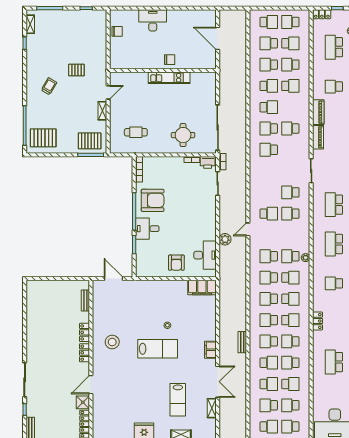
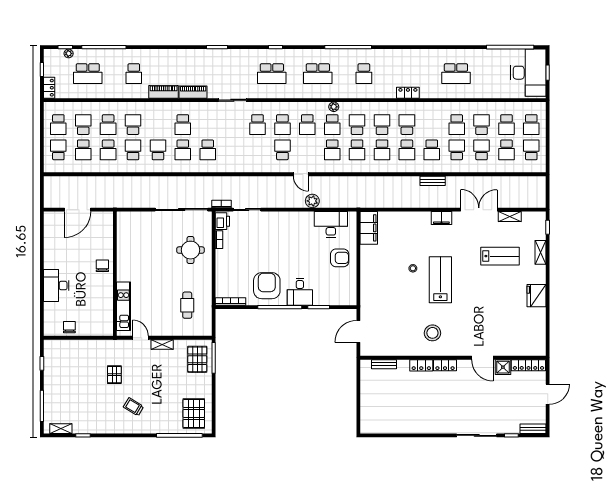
kitchen unit: (169, 78) -> (123, 306), moved
school desk: (290, 341) -> (307, 125), moved

